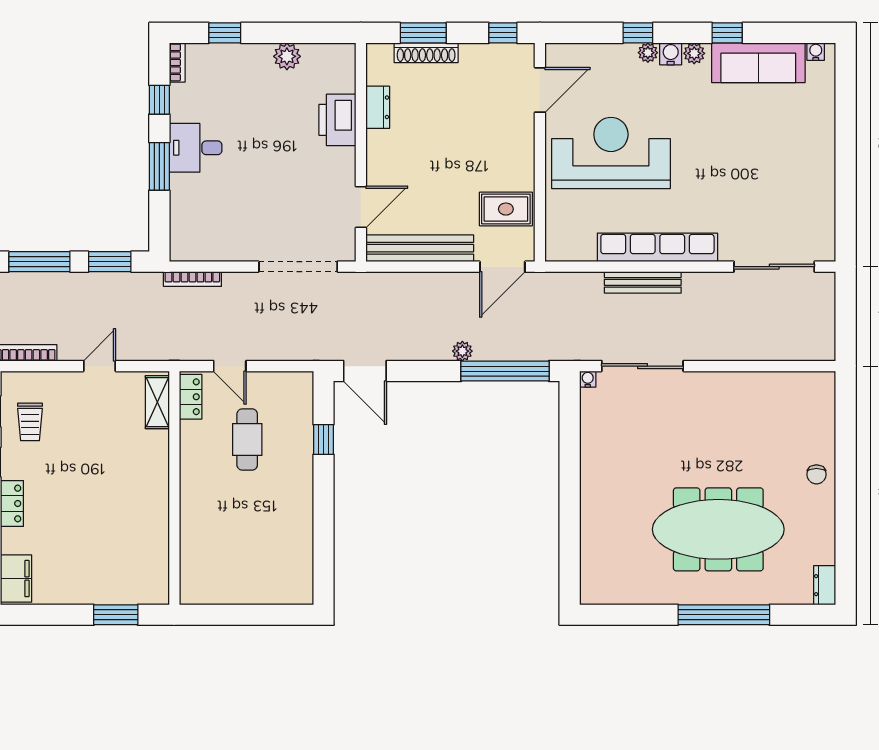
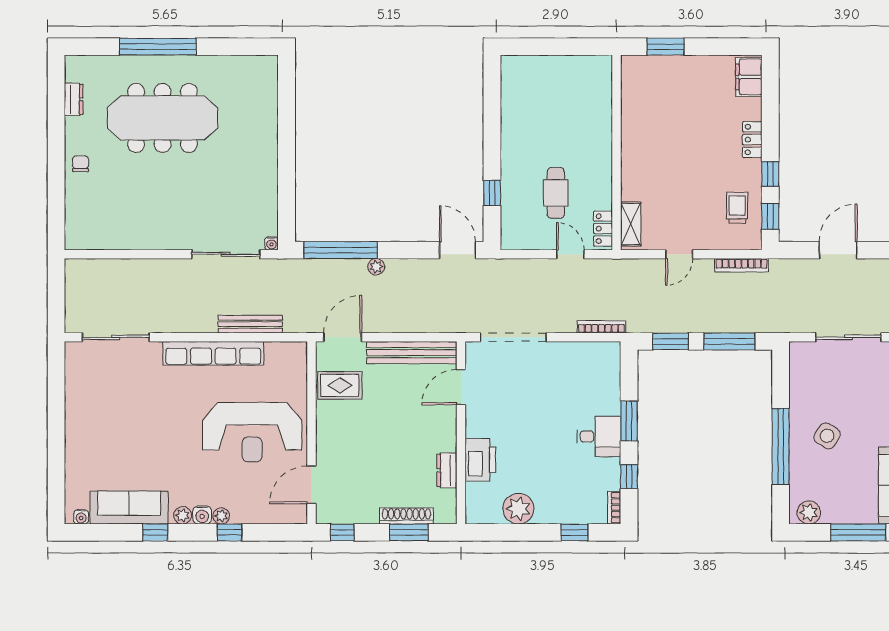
plant: (287, 56) -> (518, 509), width x1.36, depth x1.36
bench: (643, 282) -> (250, 324), moved
dresser: (825, 585) -> (74, 99), moved

